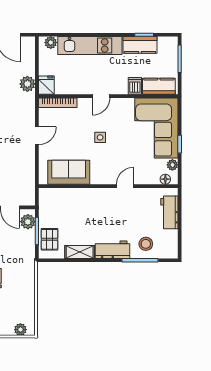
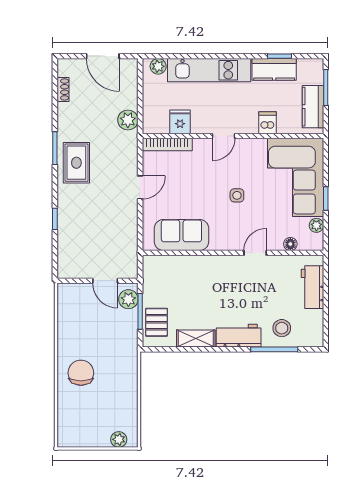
fridge: (46, 85) -> (180, 122), moved
kitchen counter: (159, 86) -> (313, 107), moved, turned -90
side table: (100, 137) -> (237, 195), moved
floor lamp: (165, 179) -> (290, 244), moved

